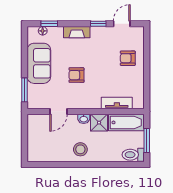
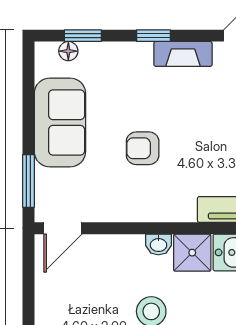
window: (98, 24) -> (153, 36), moved
fireplace: (77, 32) -> (183, 54), moved
door: (58, 111) -> (63, 228), moved

